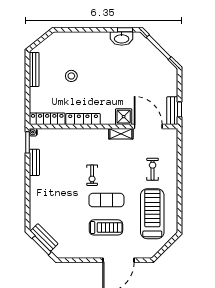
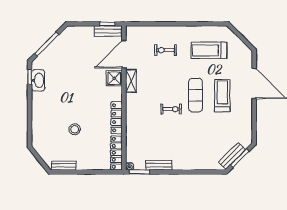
bench: (34, 70) -> (64, 165), width x0.73
treadmill: (152, 214) -> (209, 50), width x0.73, depth x0.73

